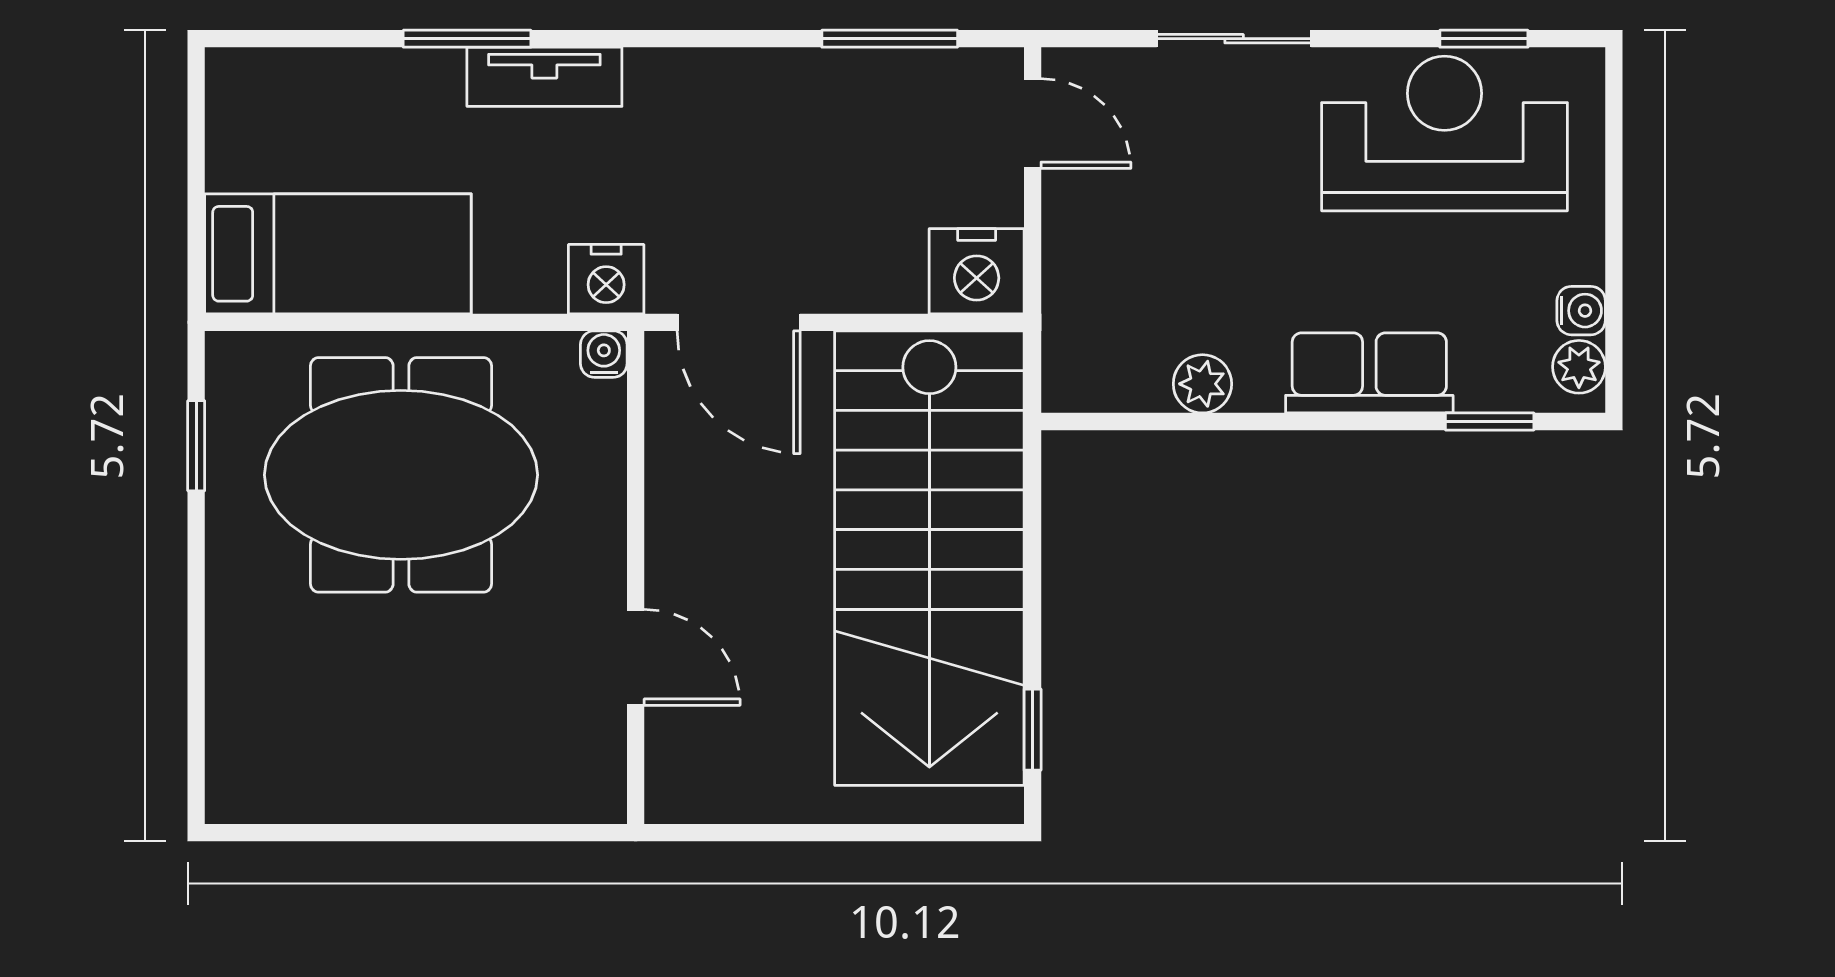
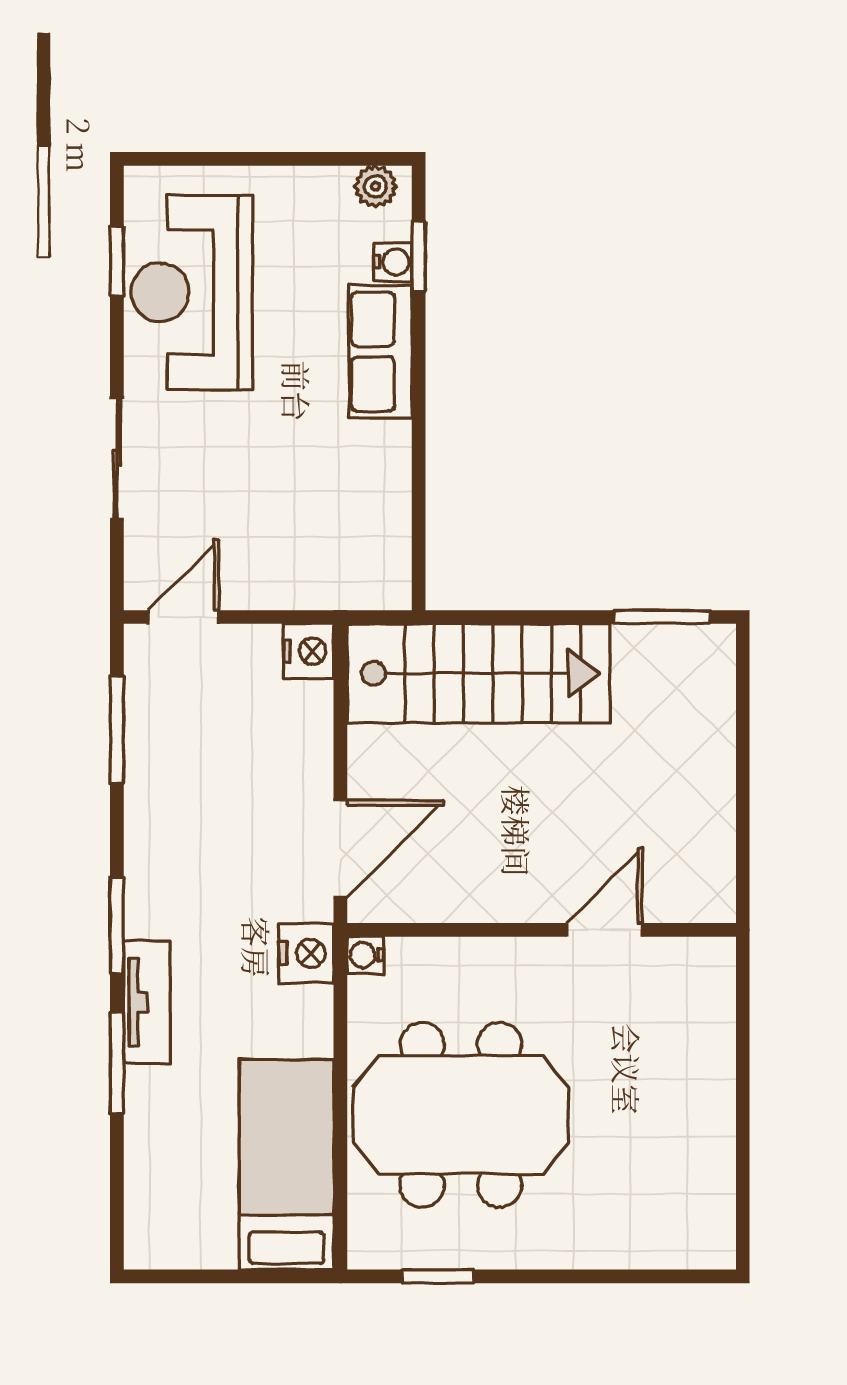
window: (642, 39) -> (117, 925), added
nightstand: (977, 271) -> (308, 651), width x0.74, depth x0.75
water cooler: (1581, 311) -> (393, 262), moved, turned 90
plant: (1202, 384) -> (389, 483), removed
meeting table: (401, 475) -> (461, 1115), turned 90
stairs: (929, 558) -> (479, 673), width x0.73, depth x0.66
window: (1033, 730) -> (662, 617), width x1.50

